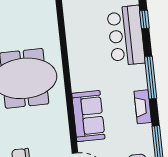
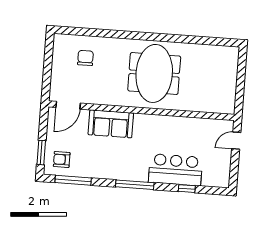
fireplace: (143, 107) -> (110, 173), removed

